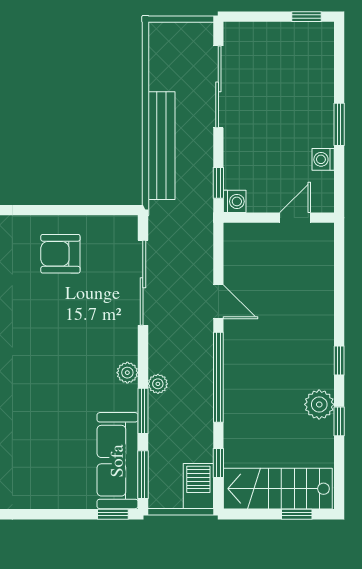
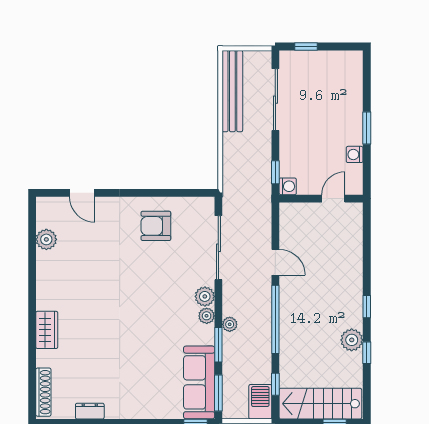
window: (307, 17) -> (306, 46), moved
bench: (161, 146) -> (232, 91), moved
plant: (125, 347) -> (205, 296), added

